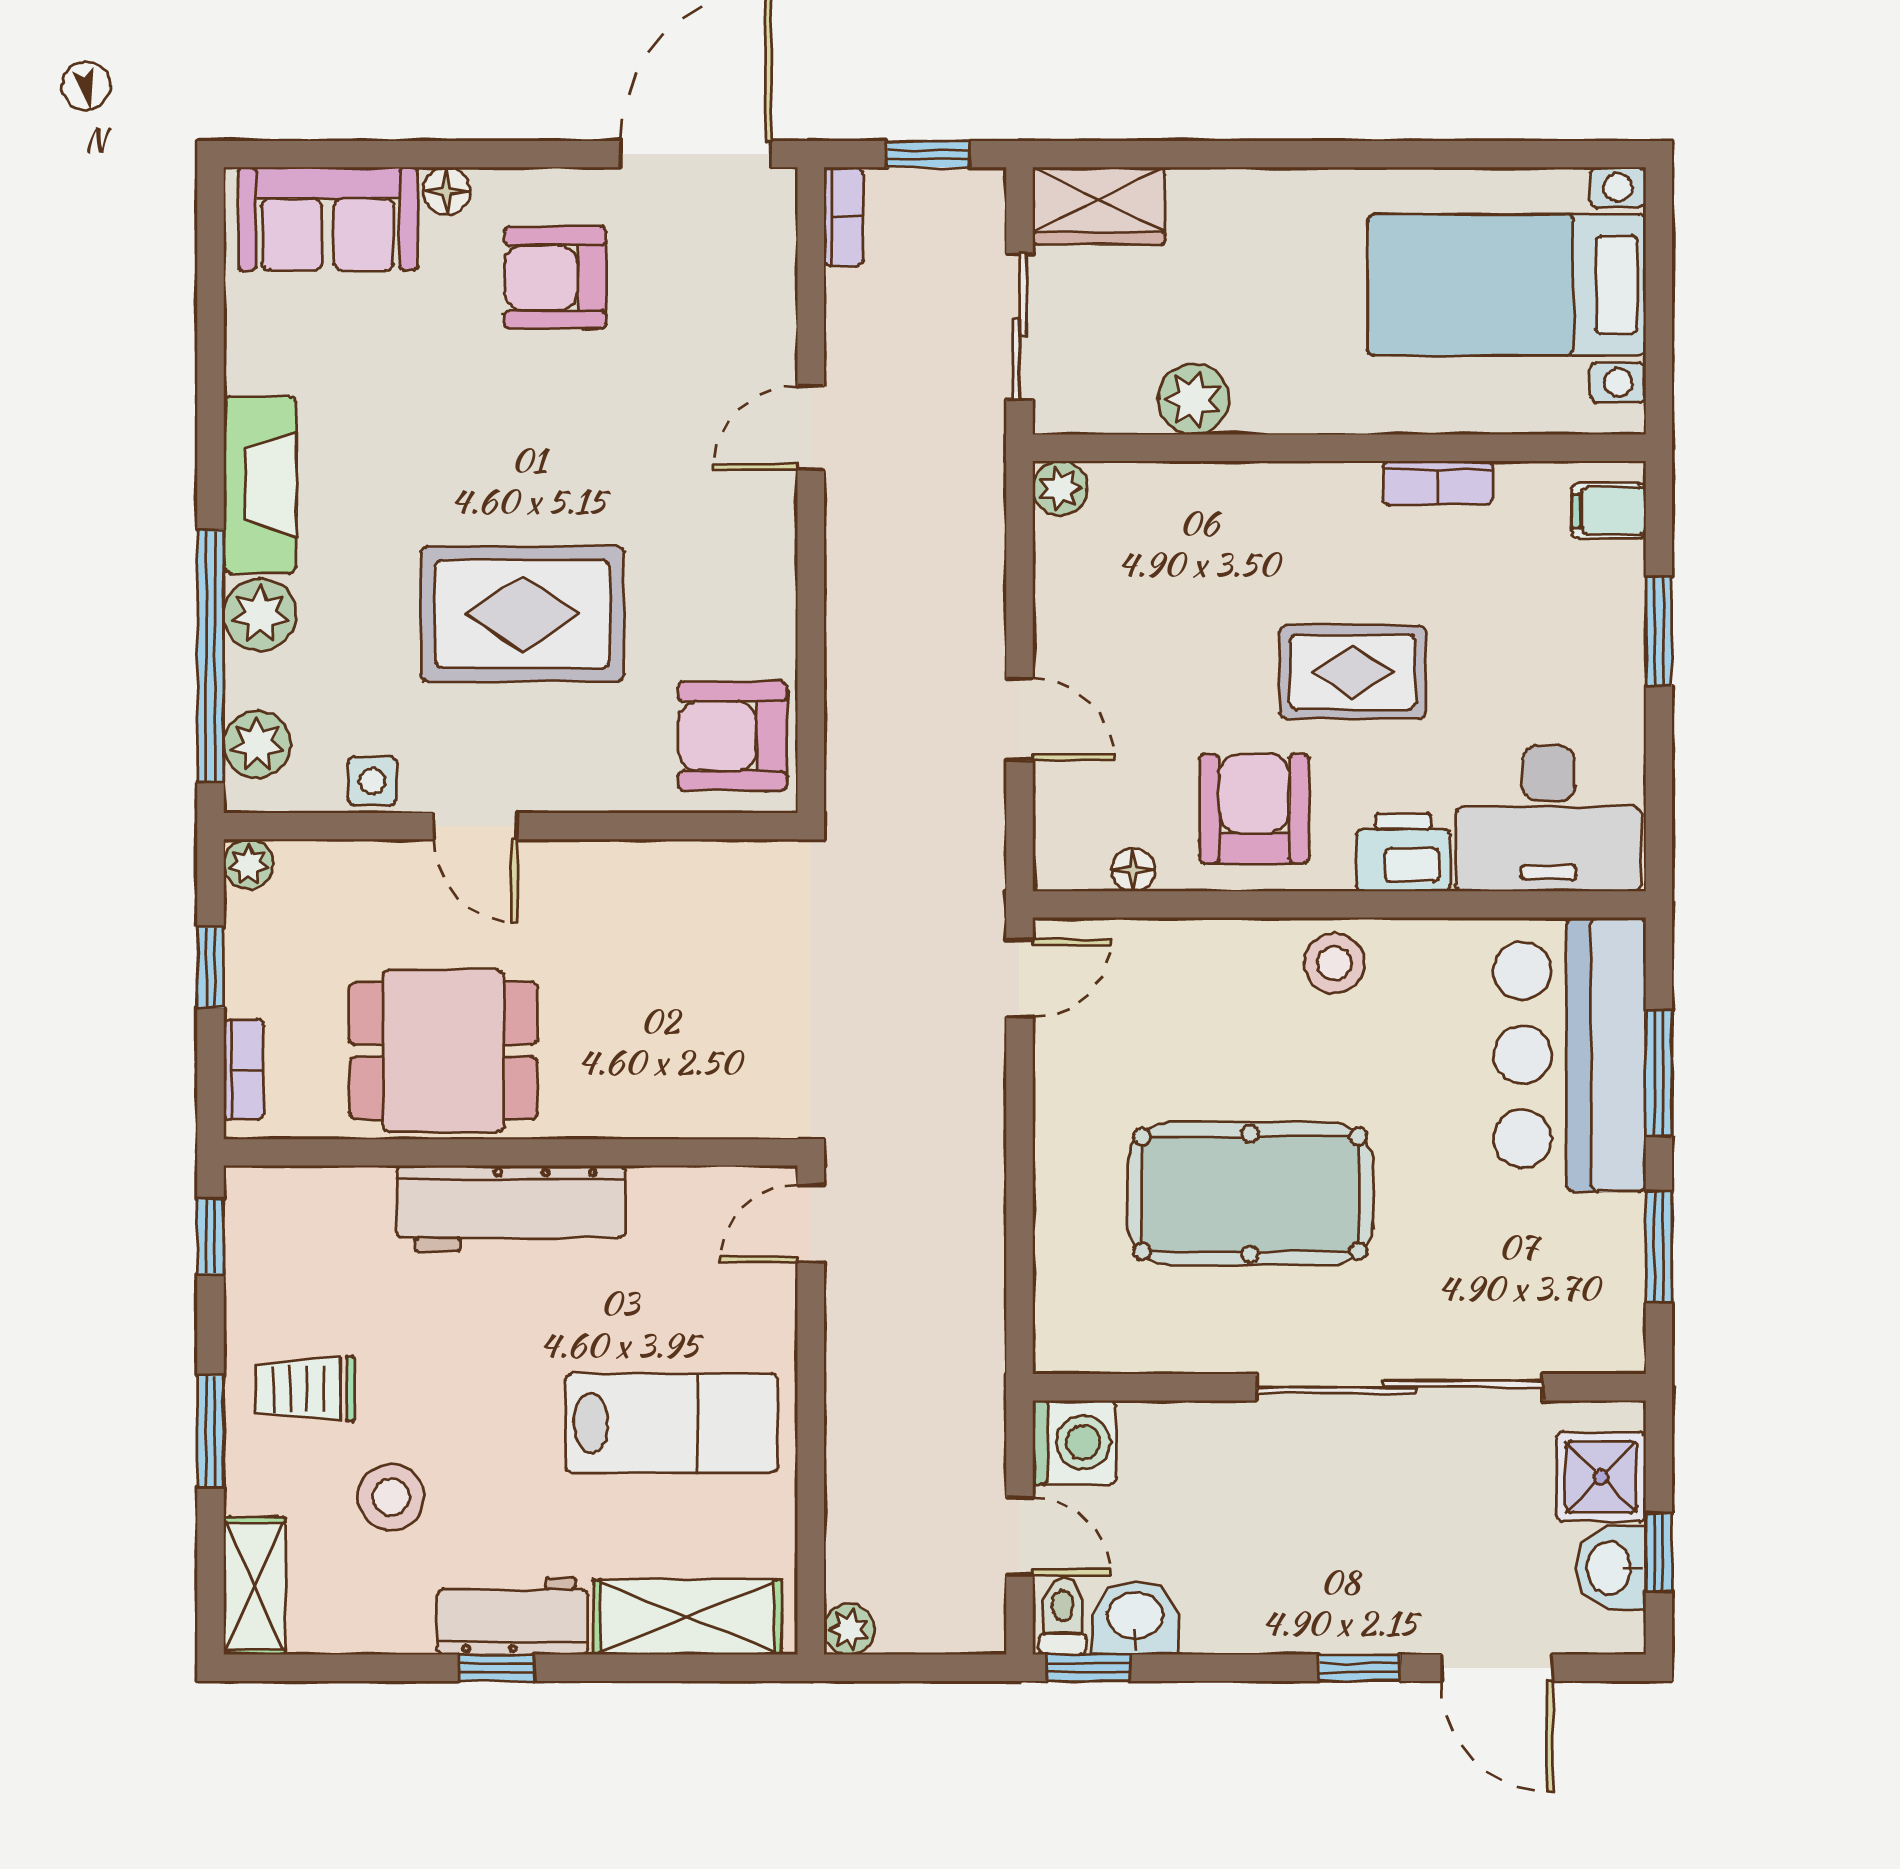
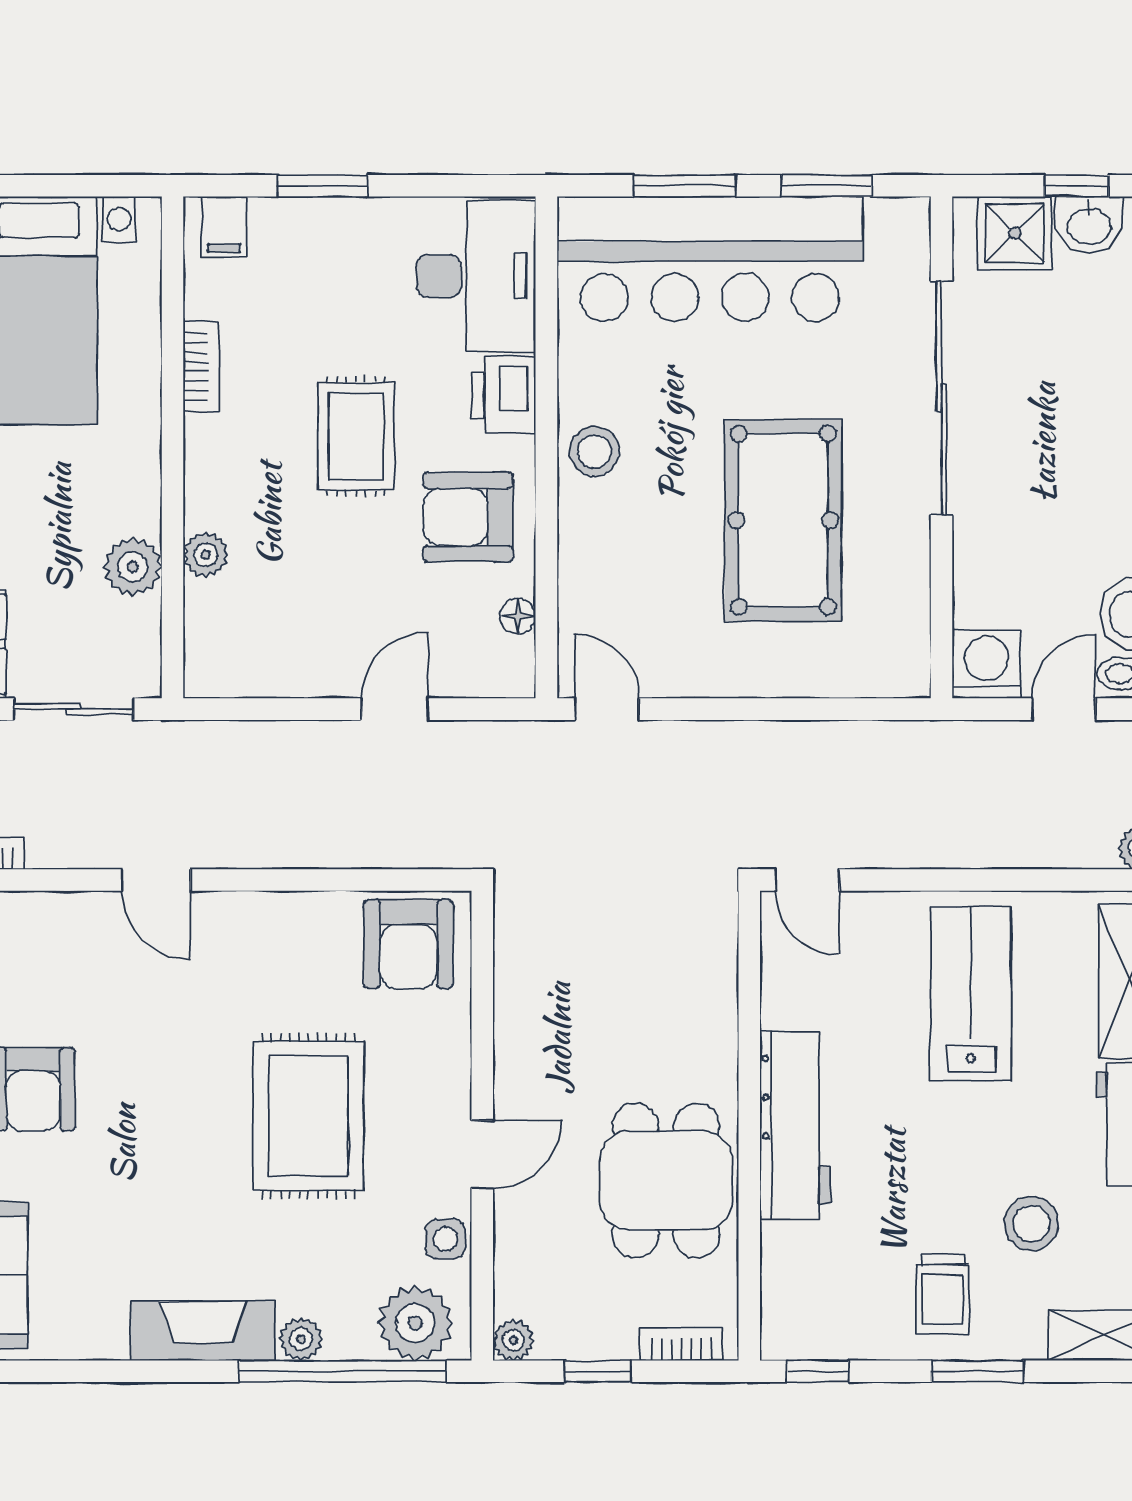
plant: (1060, 488) -> (206, 555), moved
plant: (260, 615) -> (301, 1339), width x0.73, depth x0.73
plant: (257, 744) -> (415, 1323), width x1.36, depth x1.36
bar counter: (1570, 1055) -> (710, 259), width x1.36

